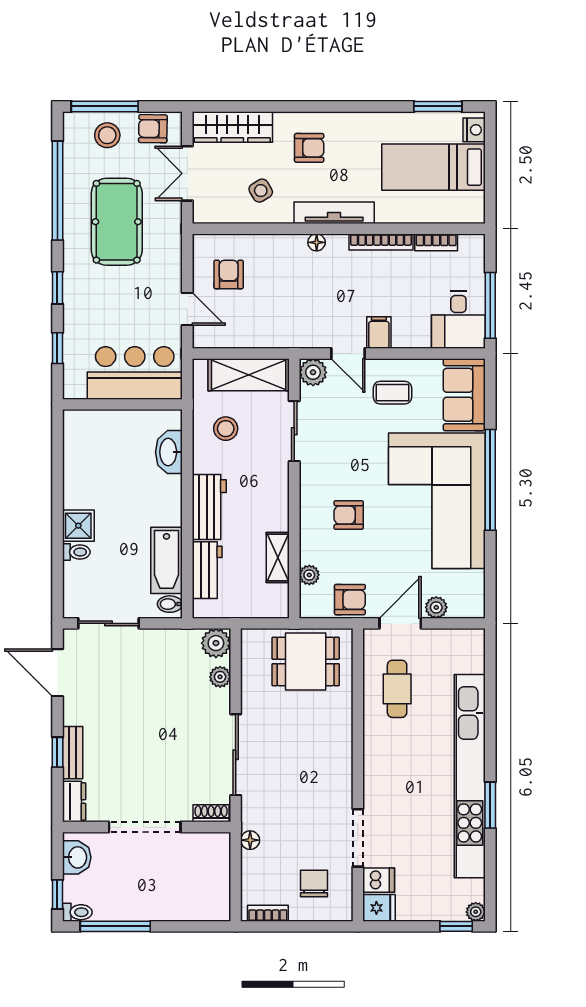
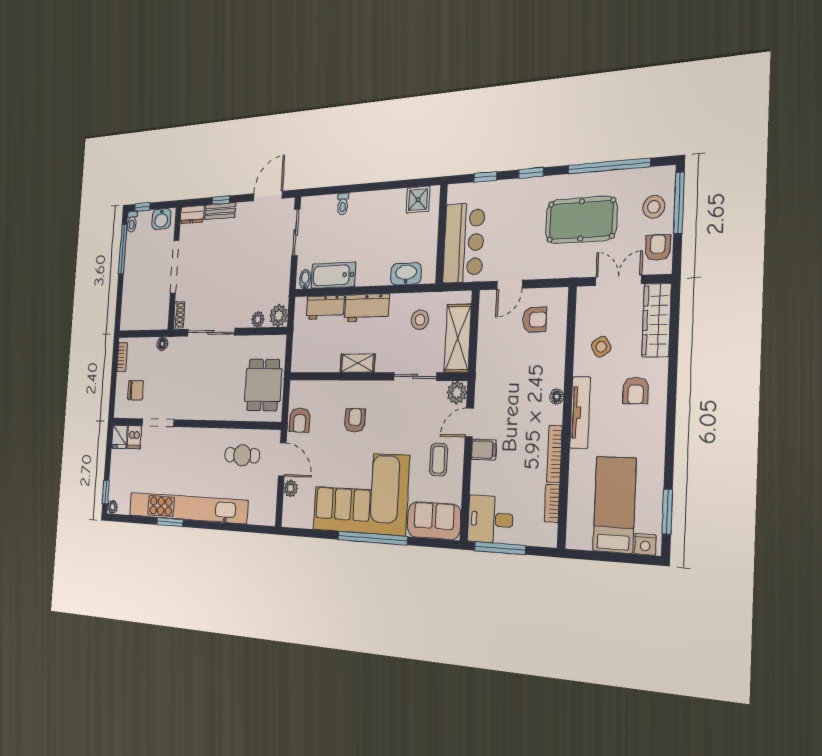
shower: (78, 526) -> (418, 200), moved
shelving: (278, 558) -> (358, 363), moved
plant: (309, 575) -> (317, 388), removed

